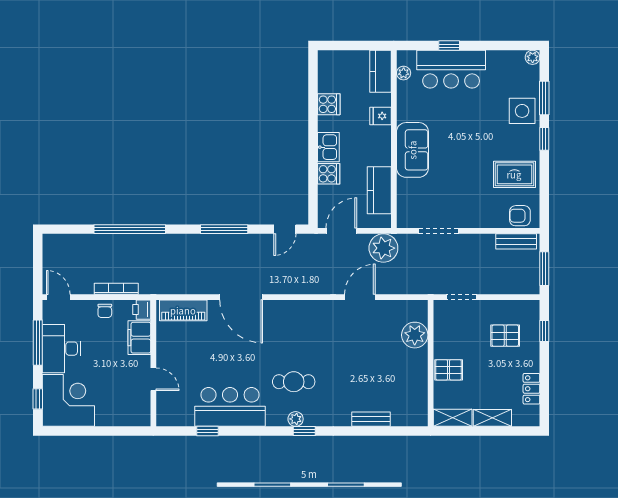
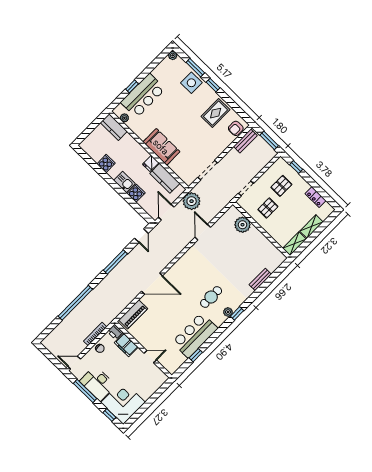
fridge: (380, 116) -> (151, 163), moved
pallet: (449, 370) -> (268, 208), moved

